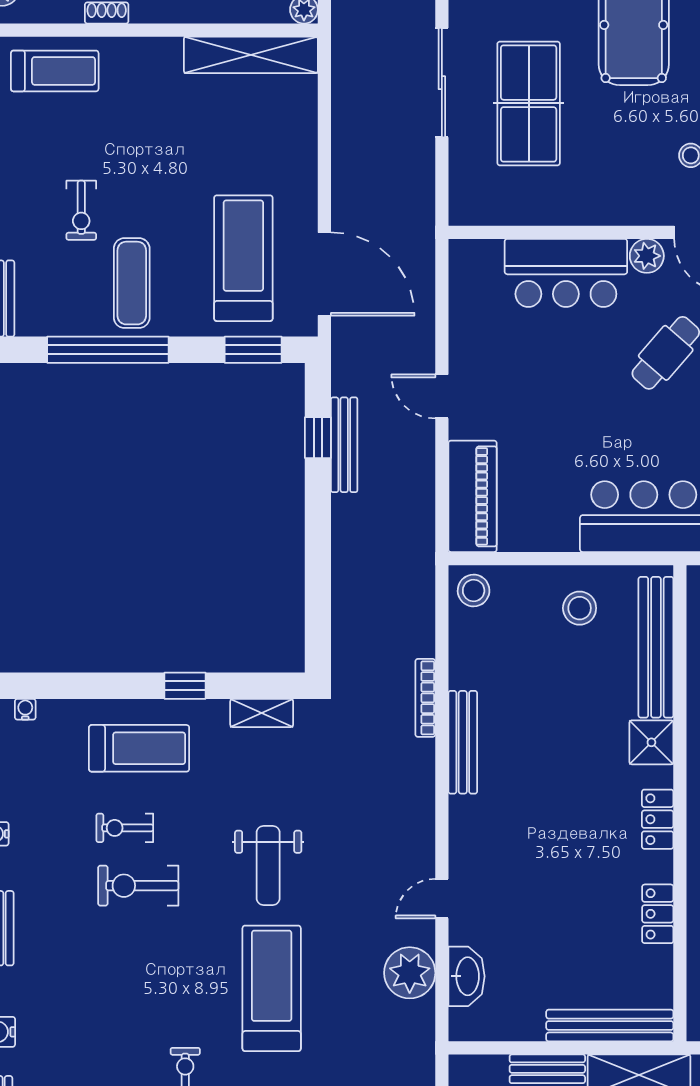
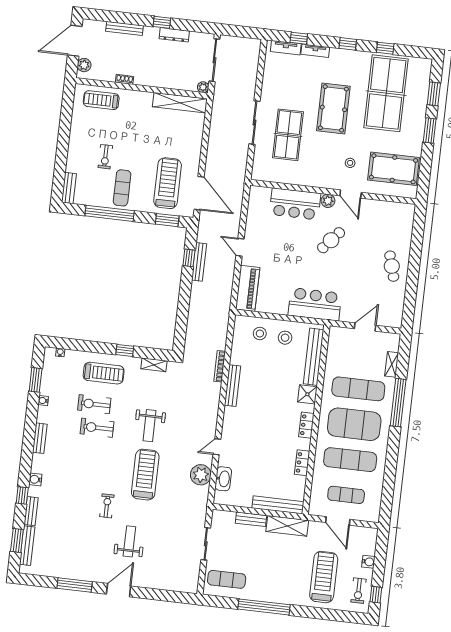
treadmill: (55, 71) -> (101, 100), turned 180
stool: (474, 590) -> (260, 334), moved
exercise bike: (125, 828) -> (94, 404), width x1.38, depth x1.39

